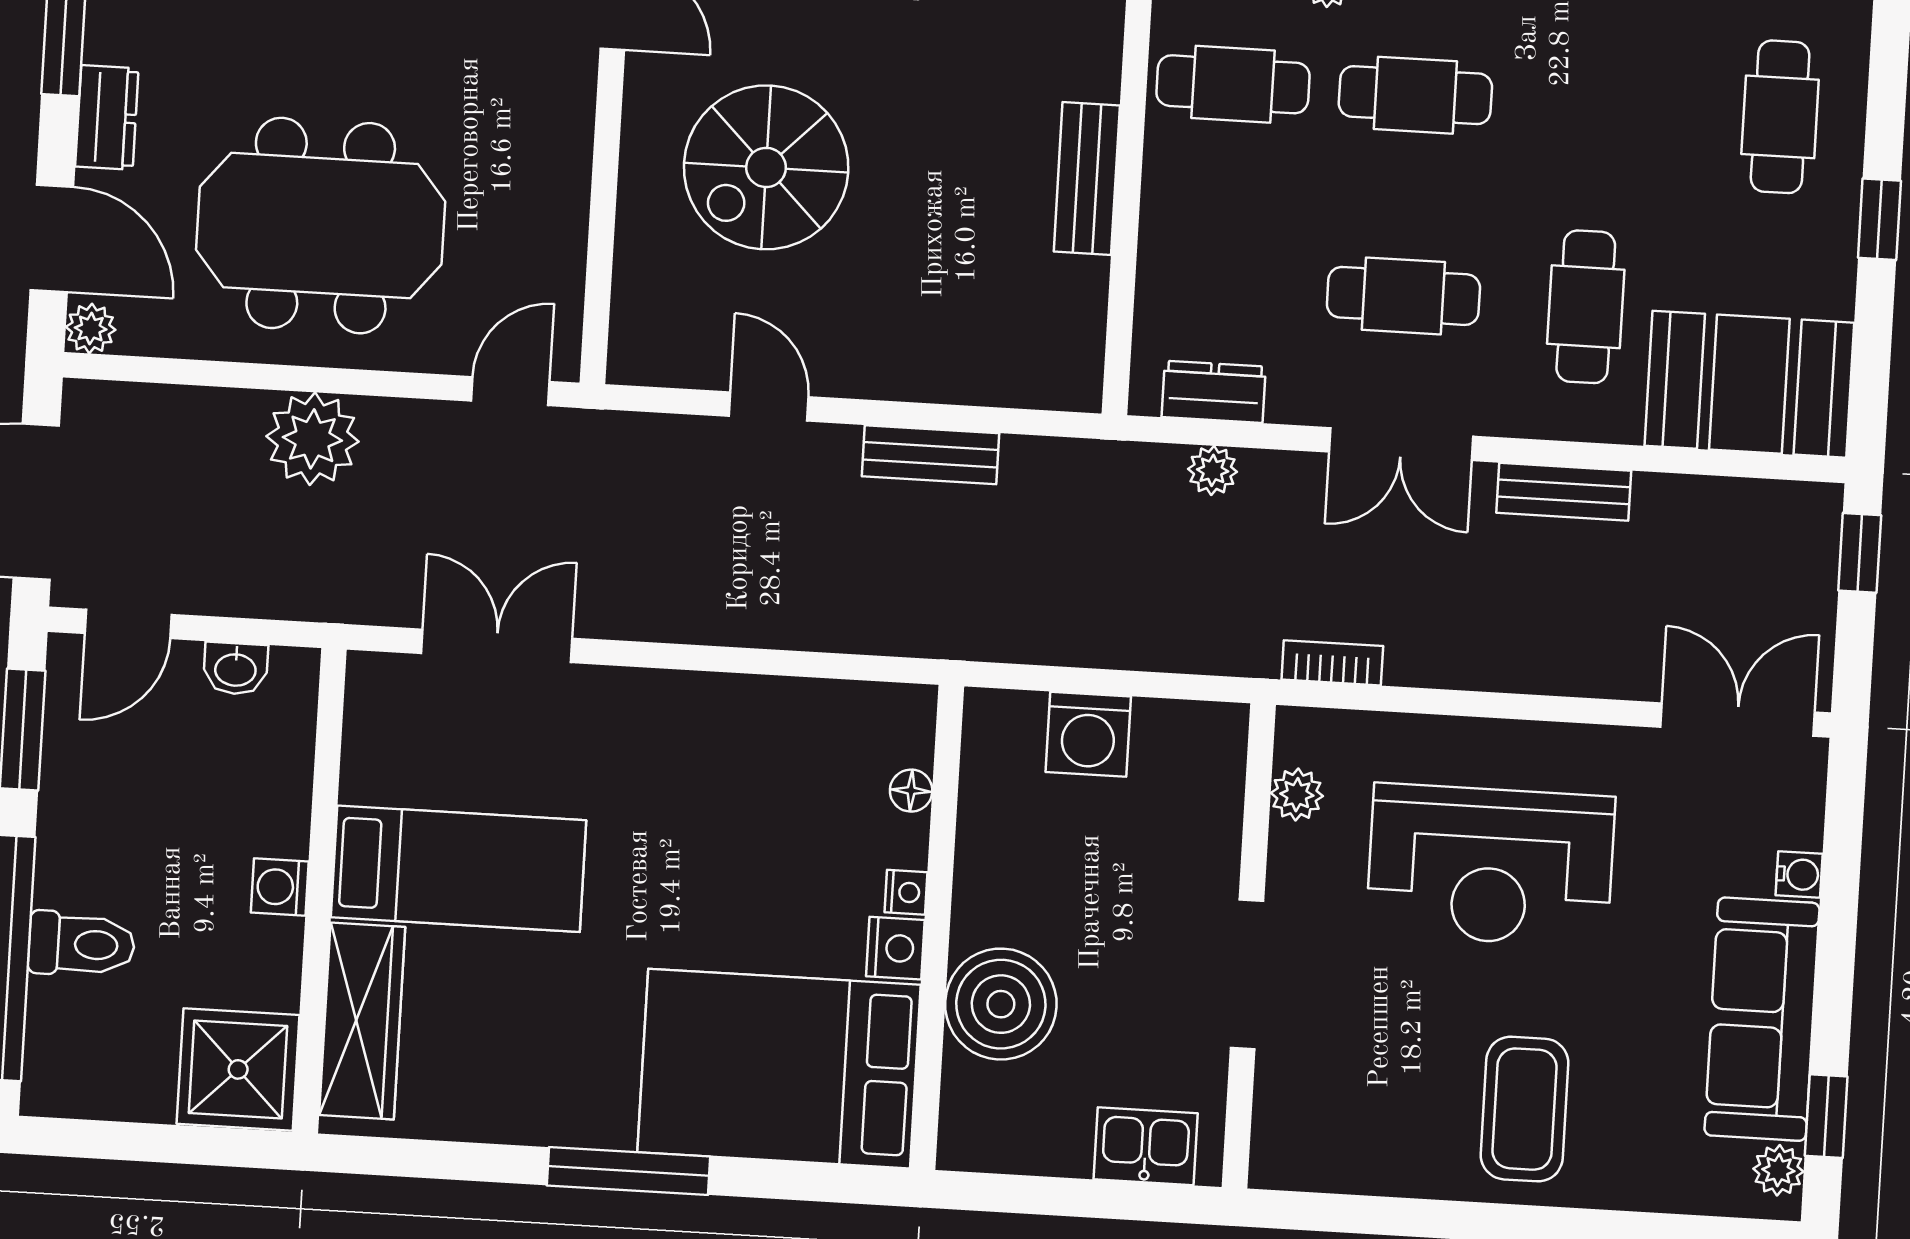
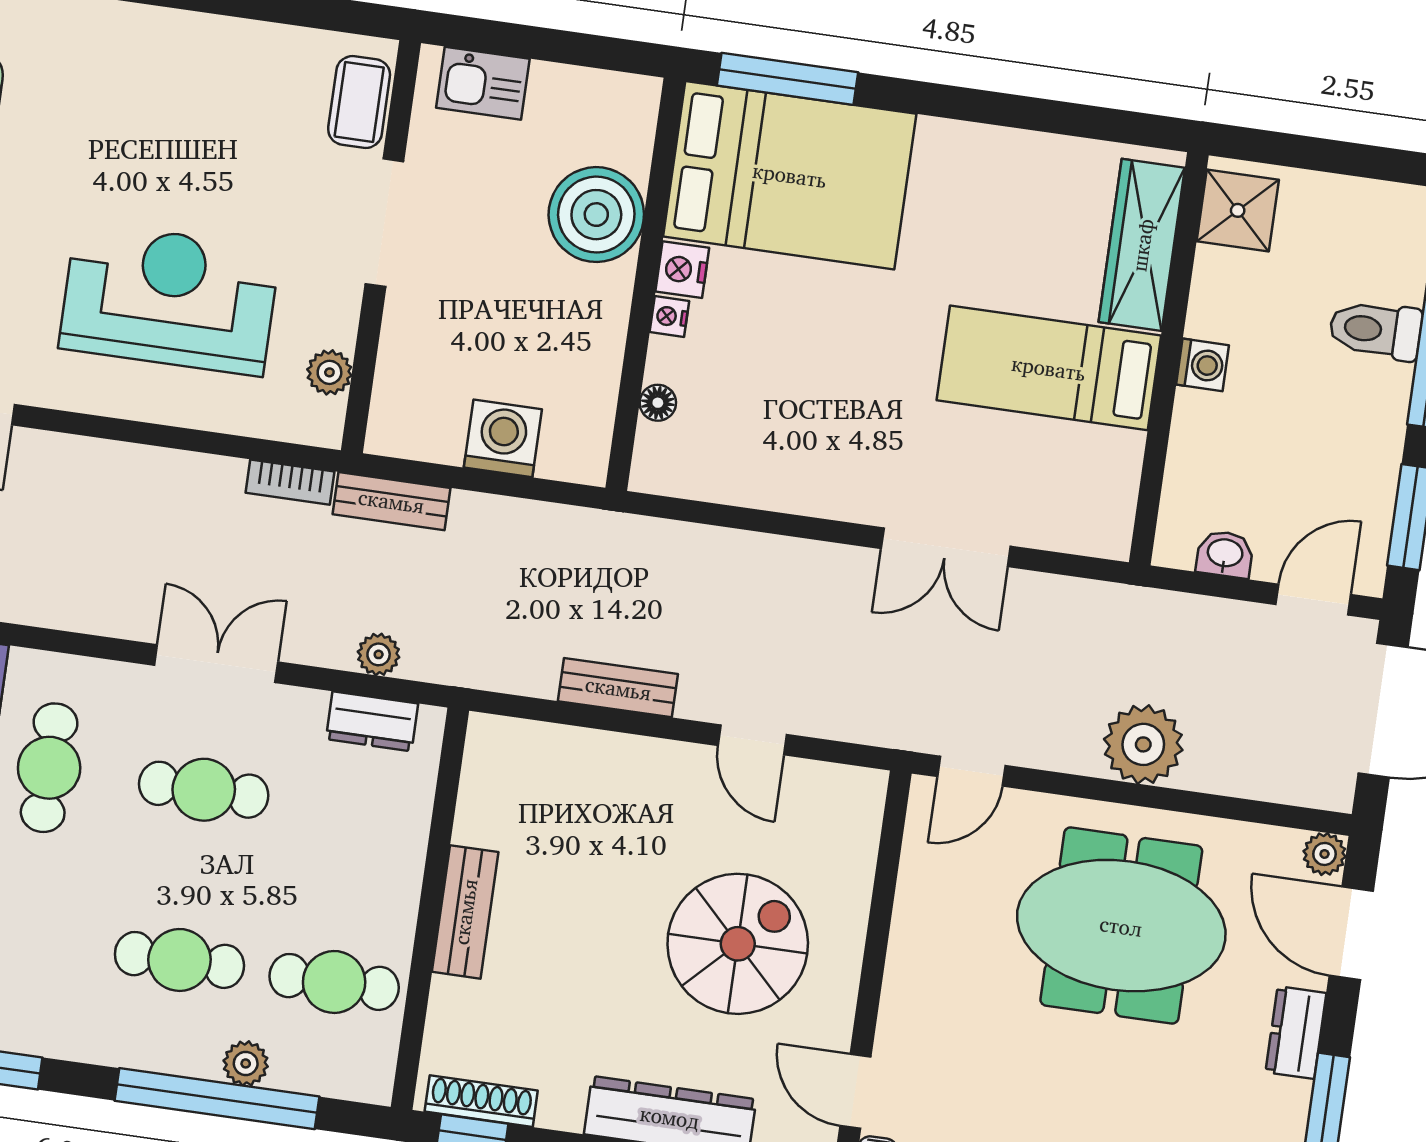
bench: (1564, 492) -> (391, 501), moved
double door: (497, 646) -> (946, 547), moved
shower: (238, 1069) -> (1238, 210), width x0.73, depth x0.73
coffee table: (1524, 1109) -> (359, 102), moved, width x0.73, depth x0.77
window: (628, 1171) -> (787, 79), moved

